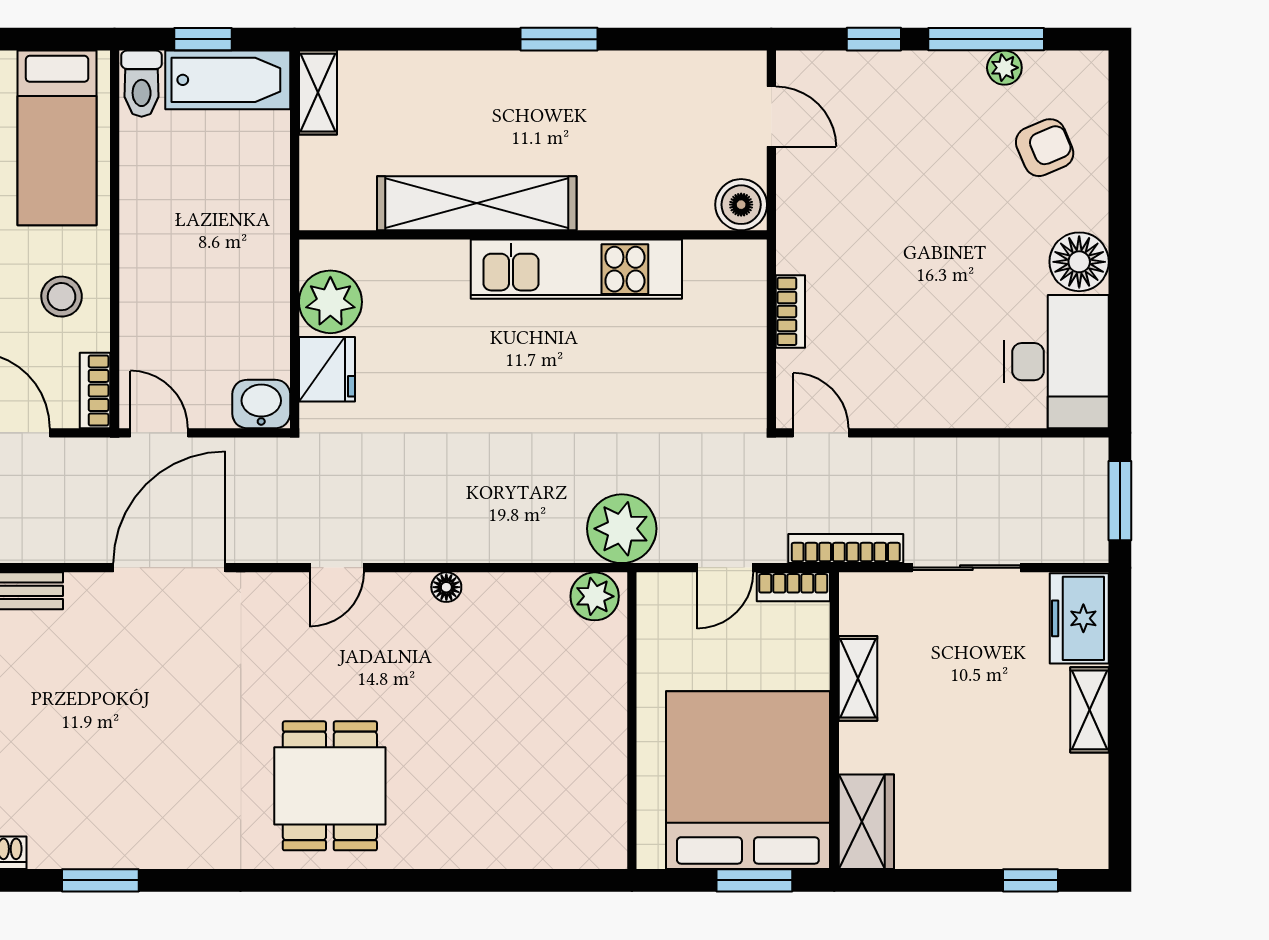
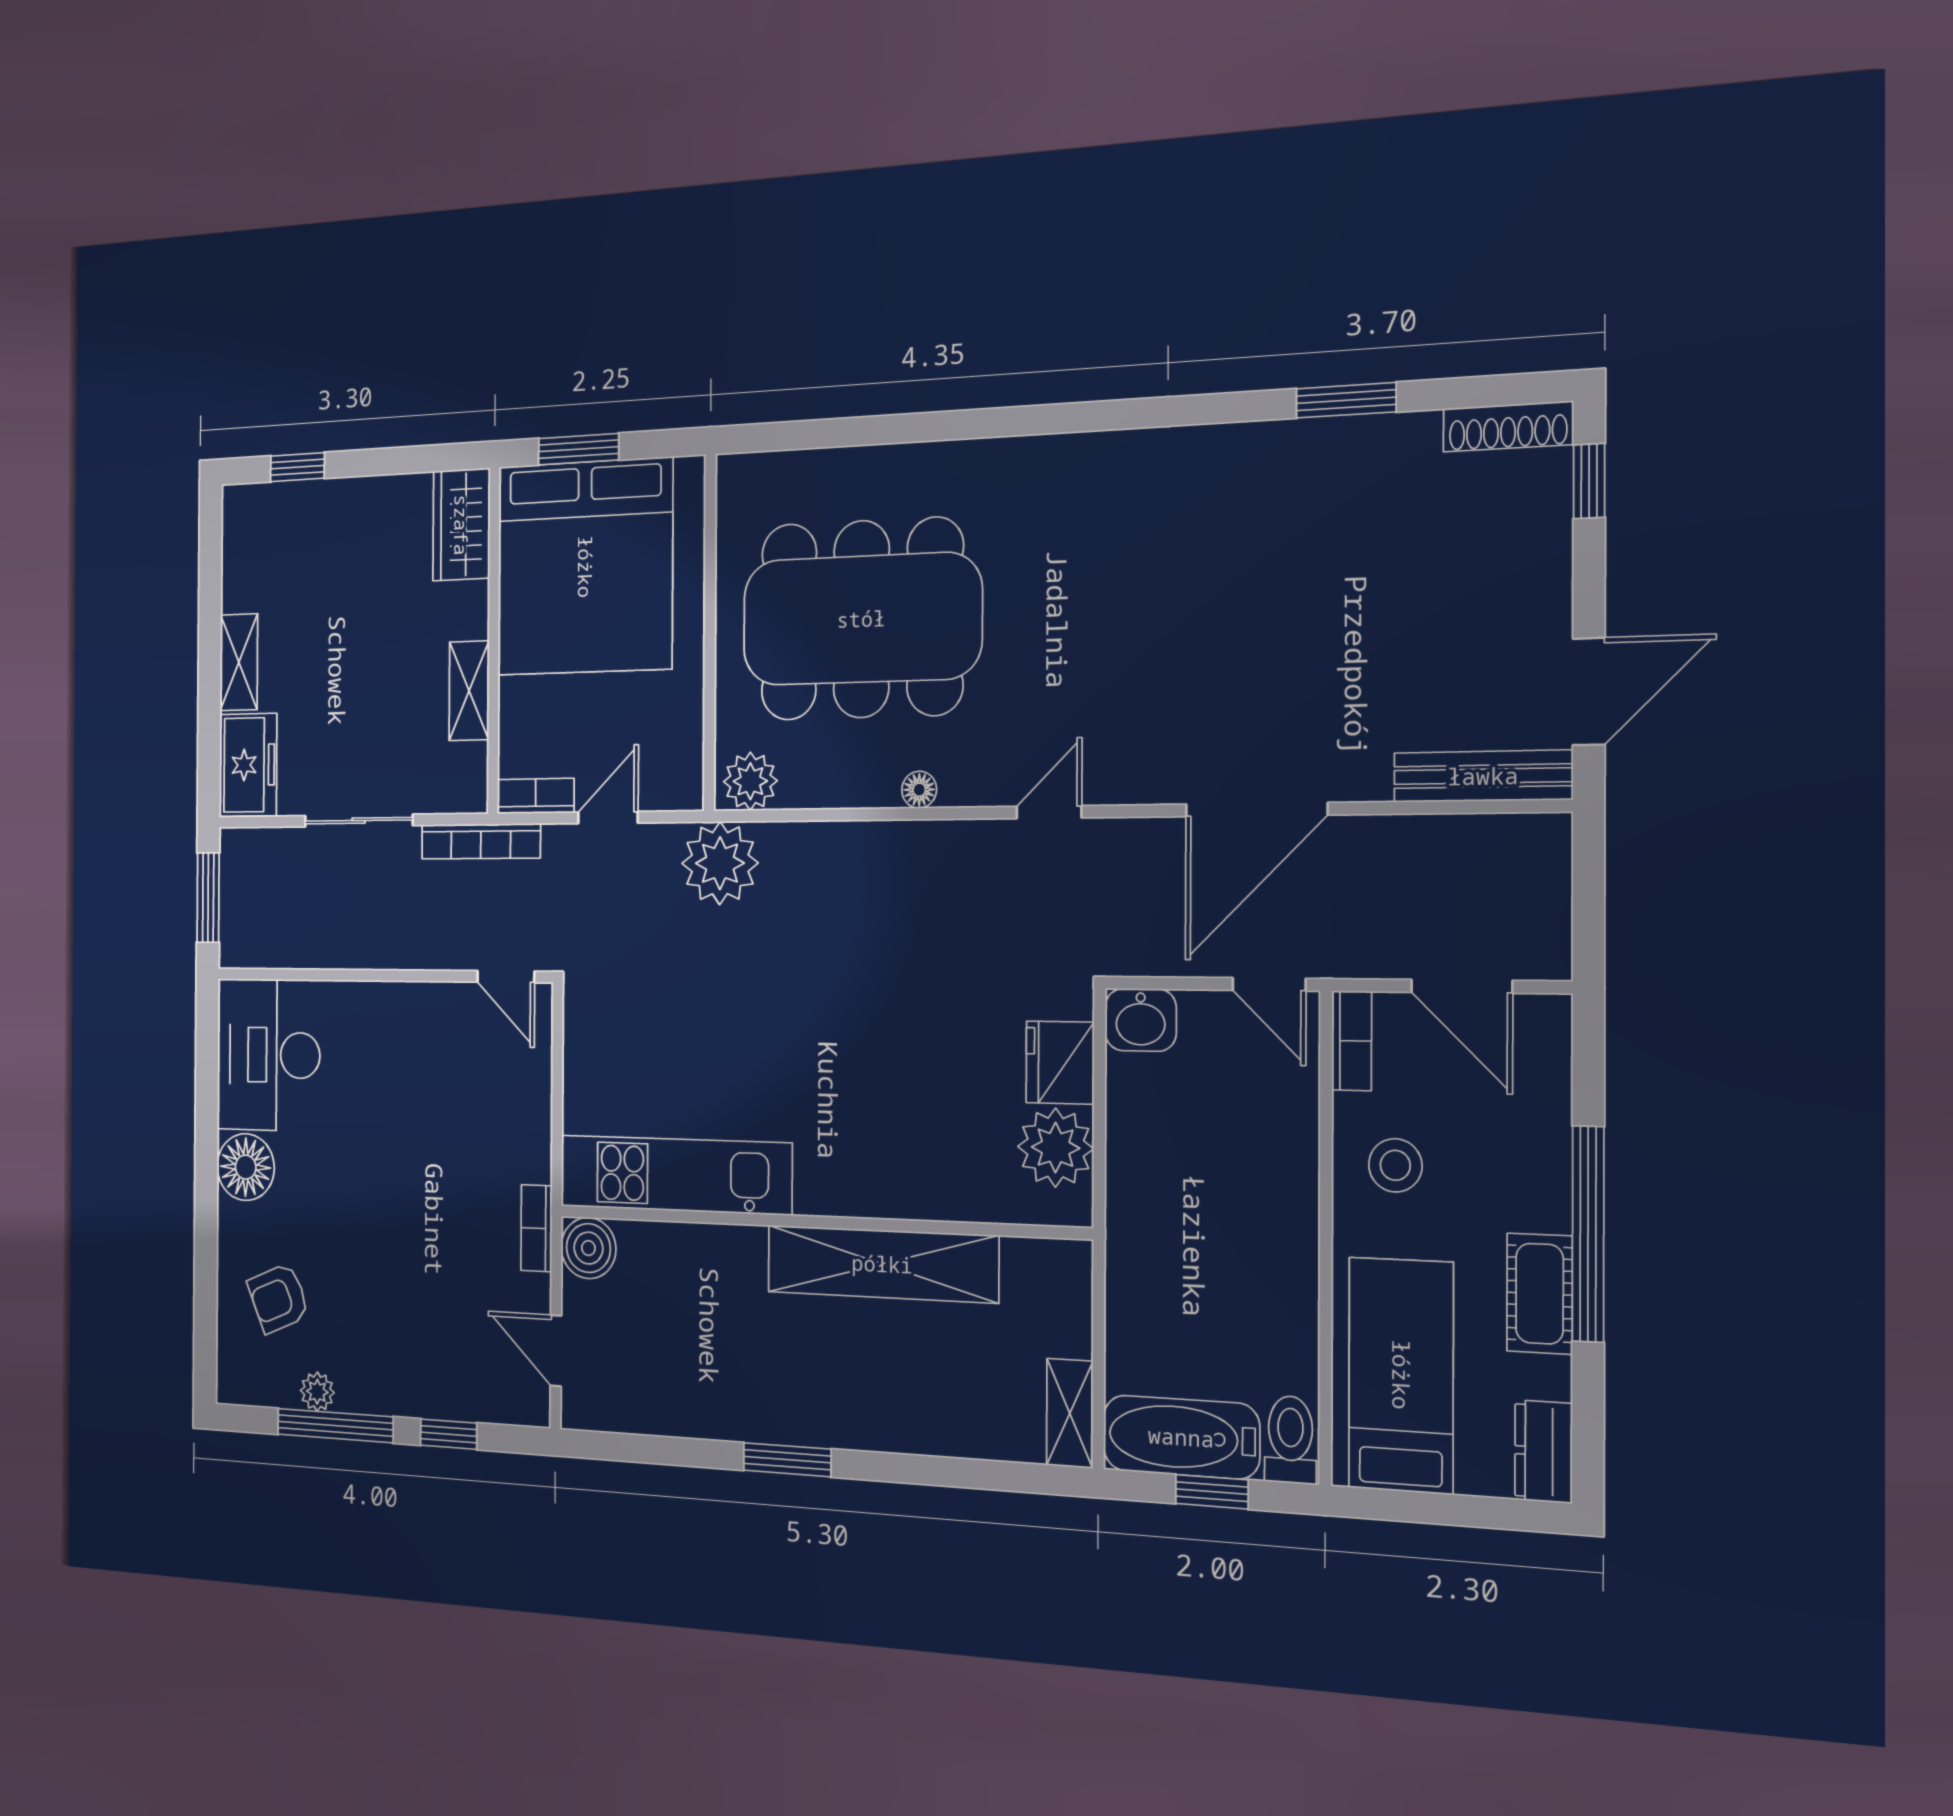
kitchen unit: (576, 269) -> (675, 1175), moved
bookcase: (790, 311) -> (536, 1228), moved
dining table: (330, 786) -> (861, 619), moved, width x1.88, depth x1.24

